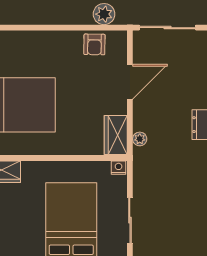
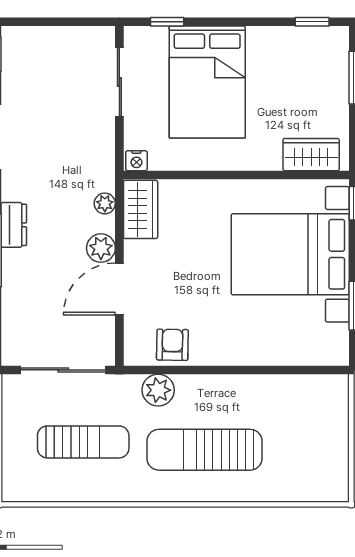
plant: (142, 109) -> (101, 248), added

